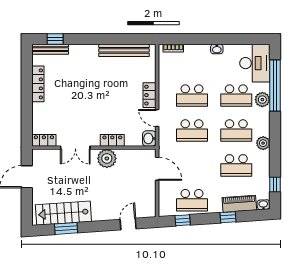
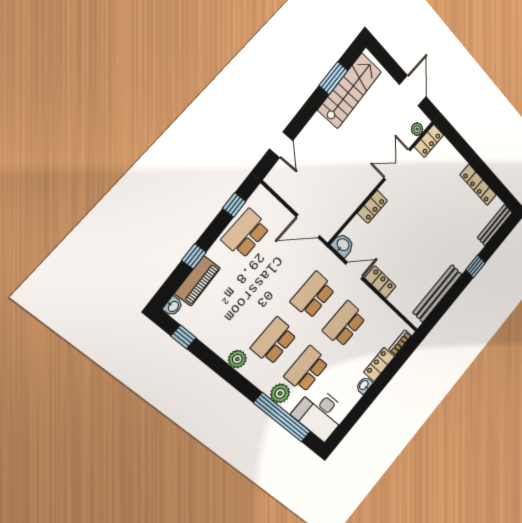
window: (55, 39) -> (475, 266), moved
locker: (197, 50) -> (379, 364), added
plant: (107, 158) -> (417, 129), moved, width x0.53, depth x0.53
school desk: (236, 165) -> (240, 312), removed

